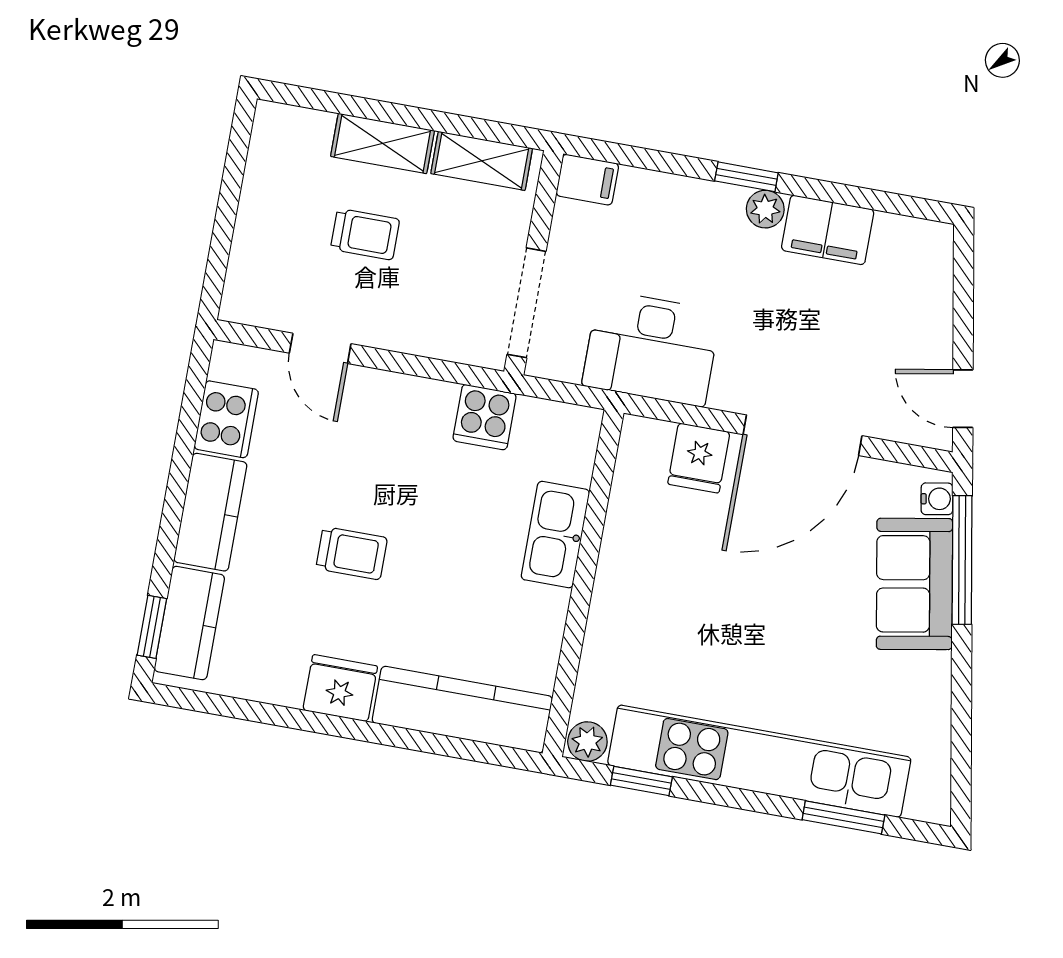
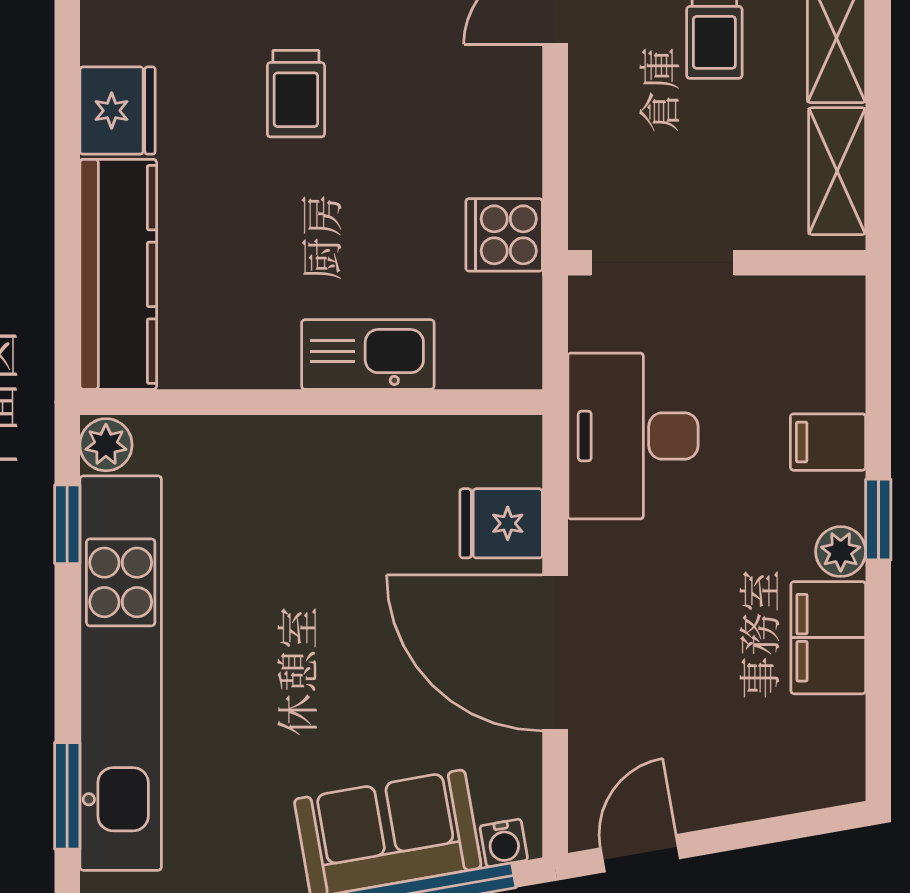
filing cabinet: (587, 180) -> (828, 442), moved, turned 90

